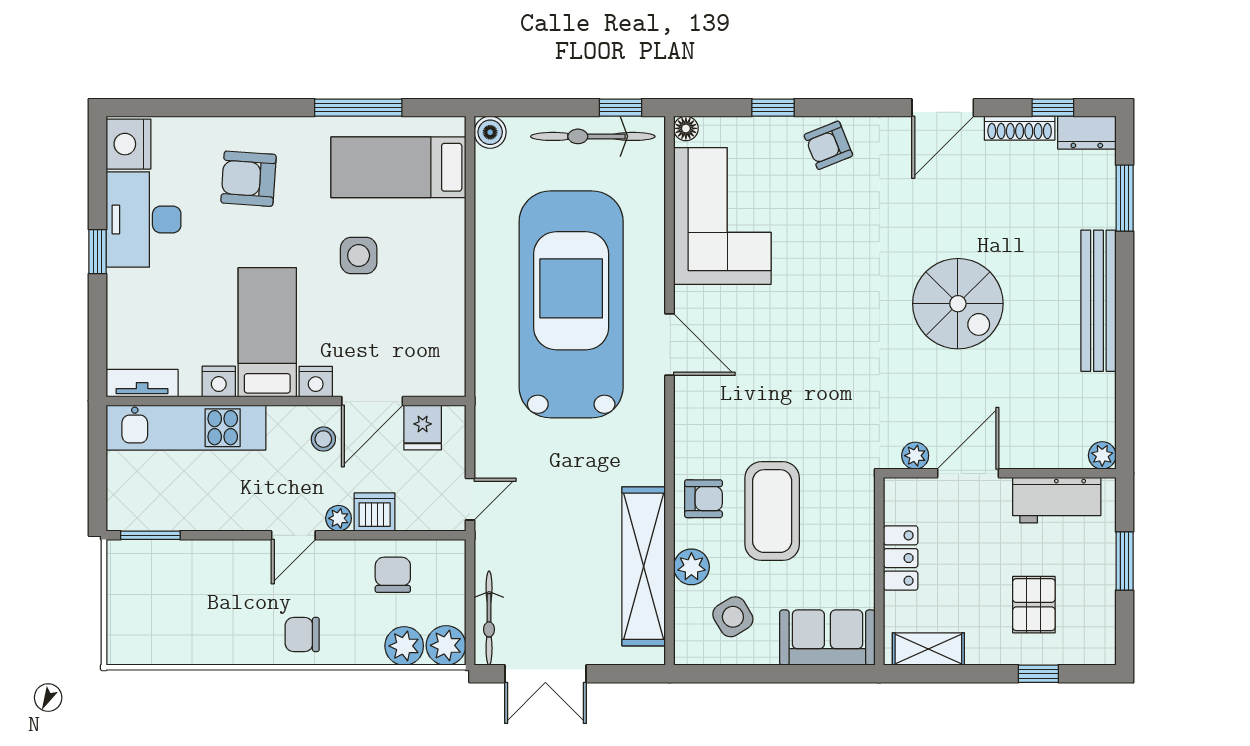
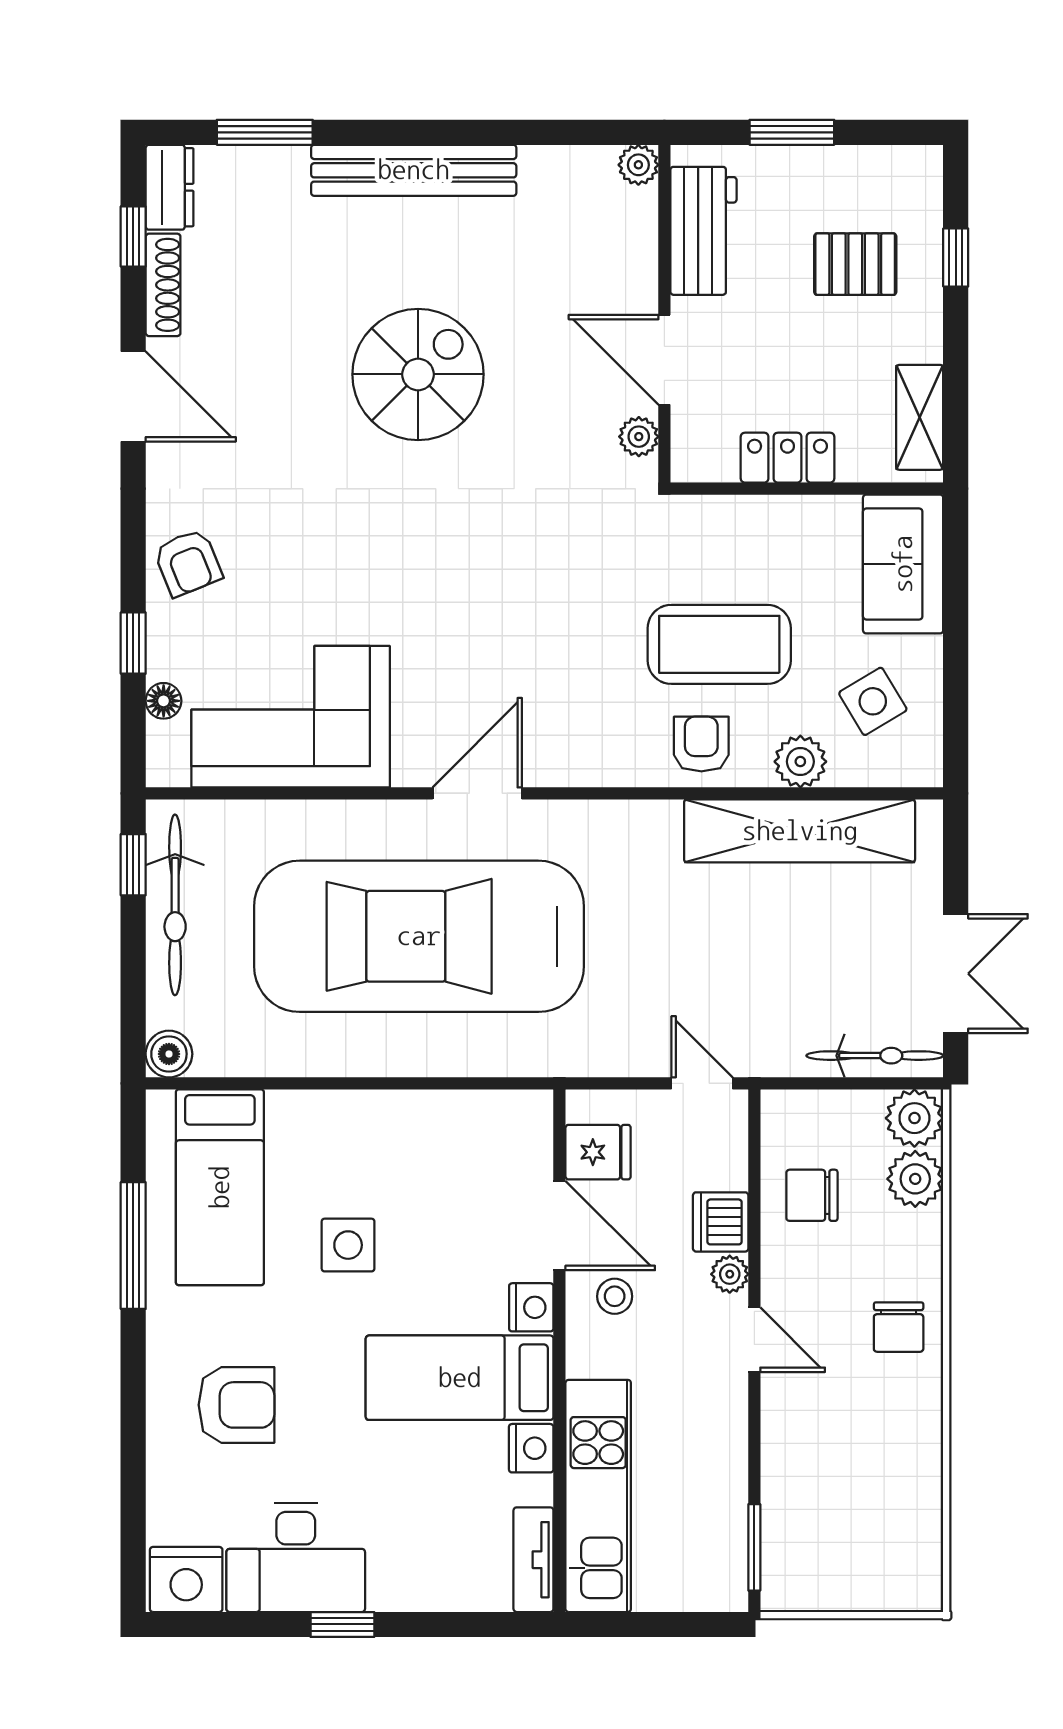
floor lamp: (686, 128) -> (164, 701), moved
armchair: (249, 179) -> (236, 1405), turned -94

